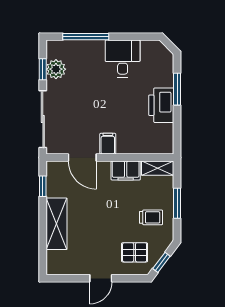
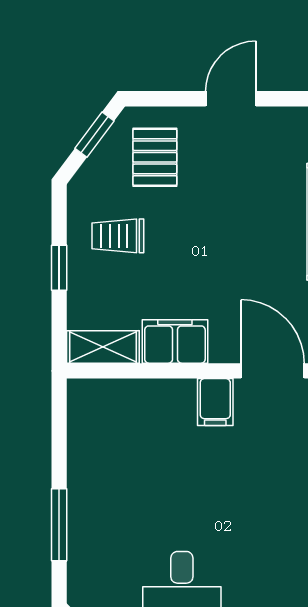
printer: (161, 105) -> (95, 488), removed
window: (177, 203) -> (59, 268), width x0.67
pallet: (135, 252) -> (155, 157), turned 90

